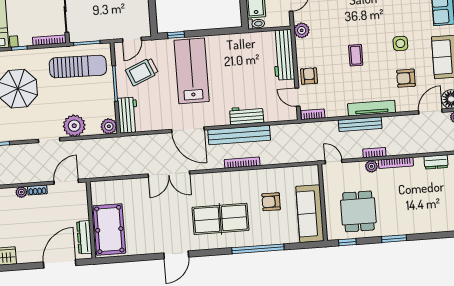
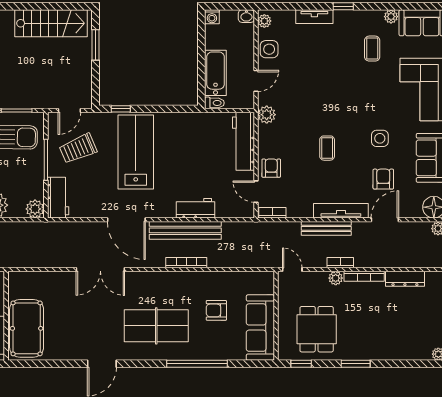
armchair: (406, 78) -> (383, 179), turned 90
door: (430, 112) -> (385, 220), moved
dresser: (436, 162) -> (405, 279), width x1.44

